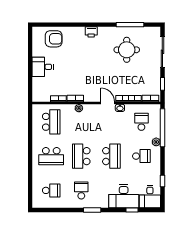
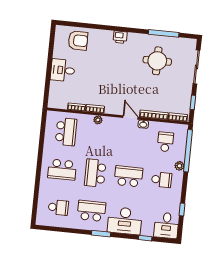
school desk: (111, 156) -> (128, 176), turned -90
school desk: (81, 190) -> (91, 211), width x1.85
desk: (124, 196) -> (125, 221), moved

